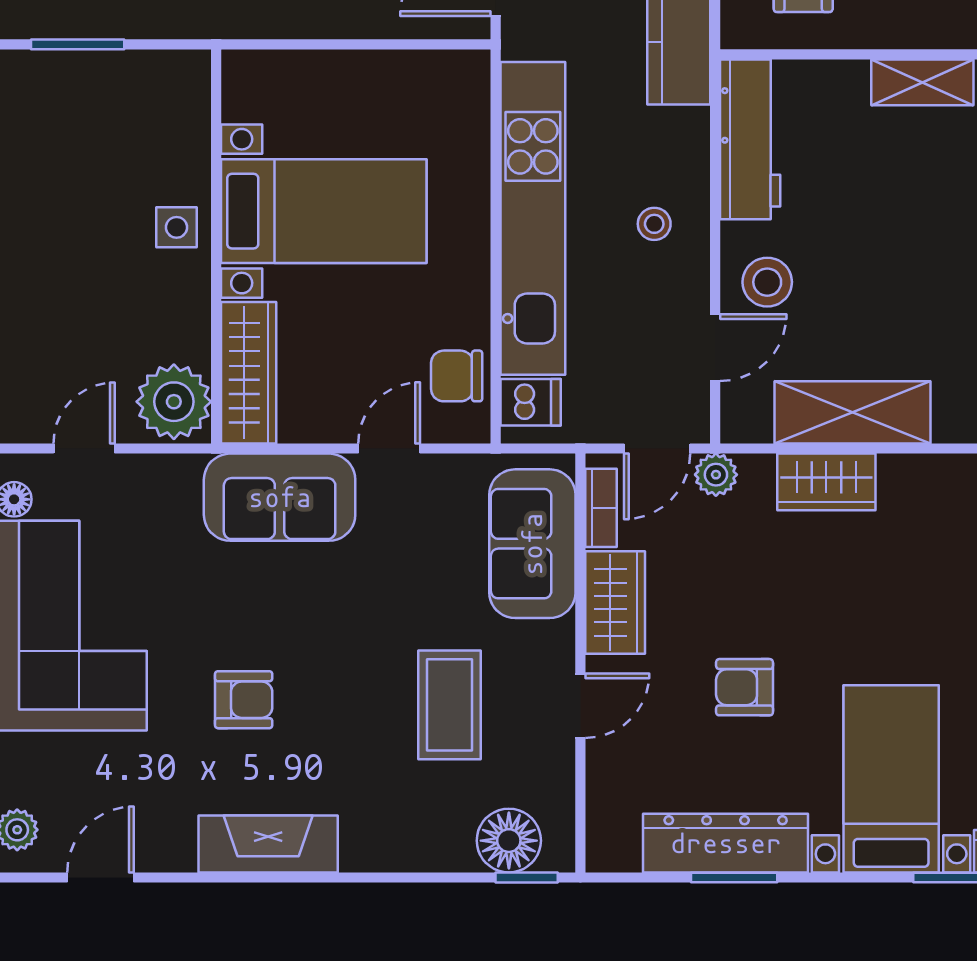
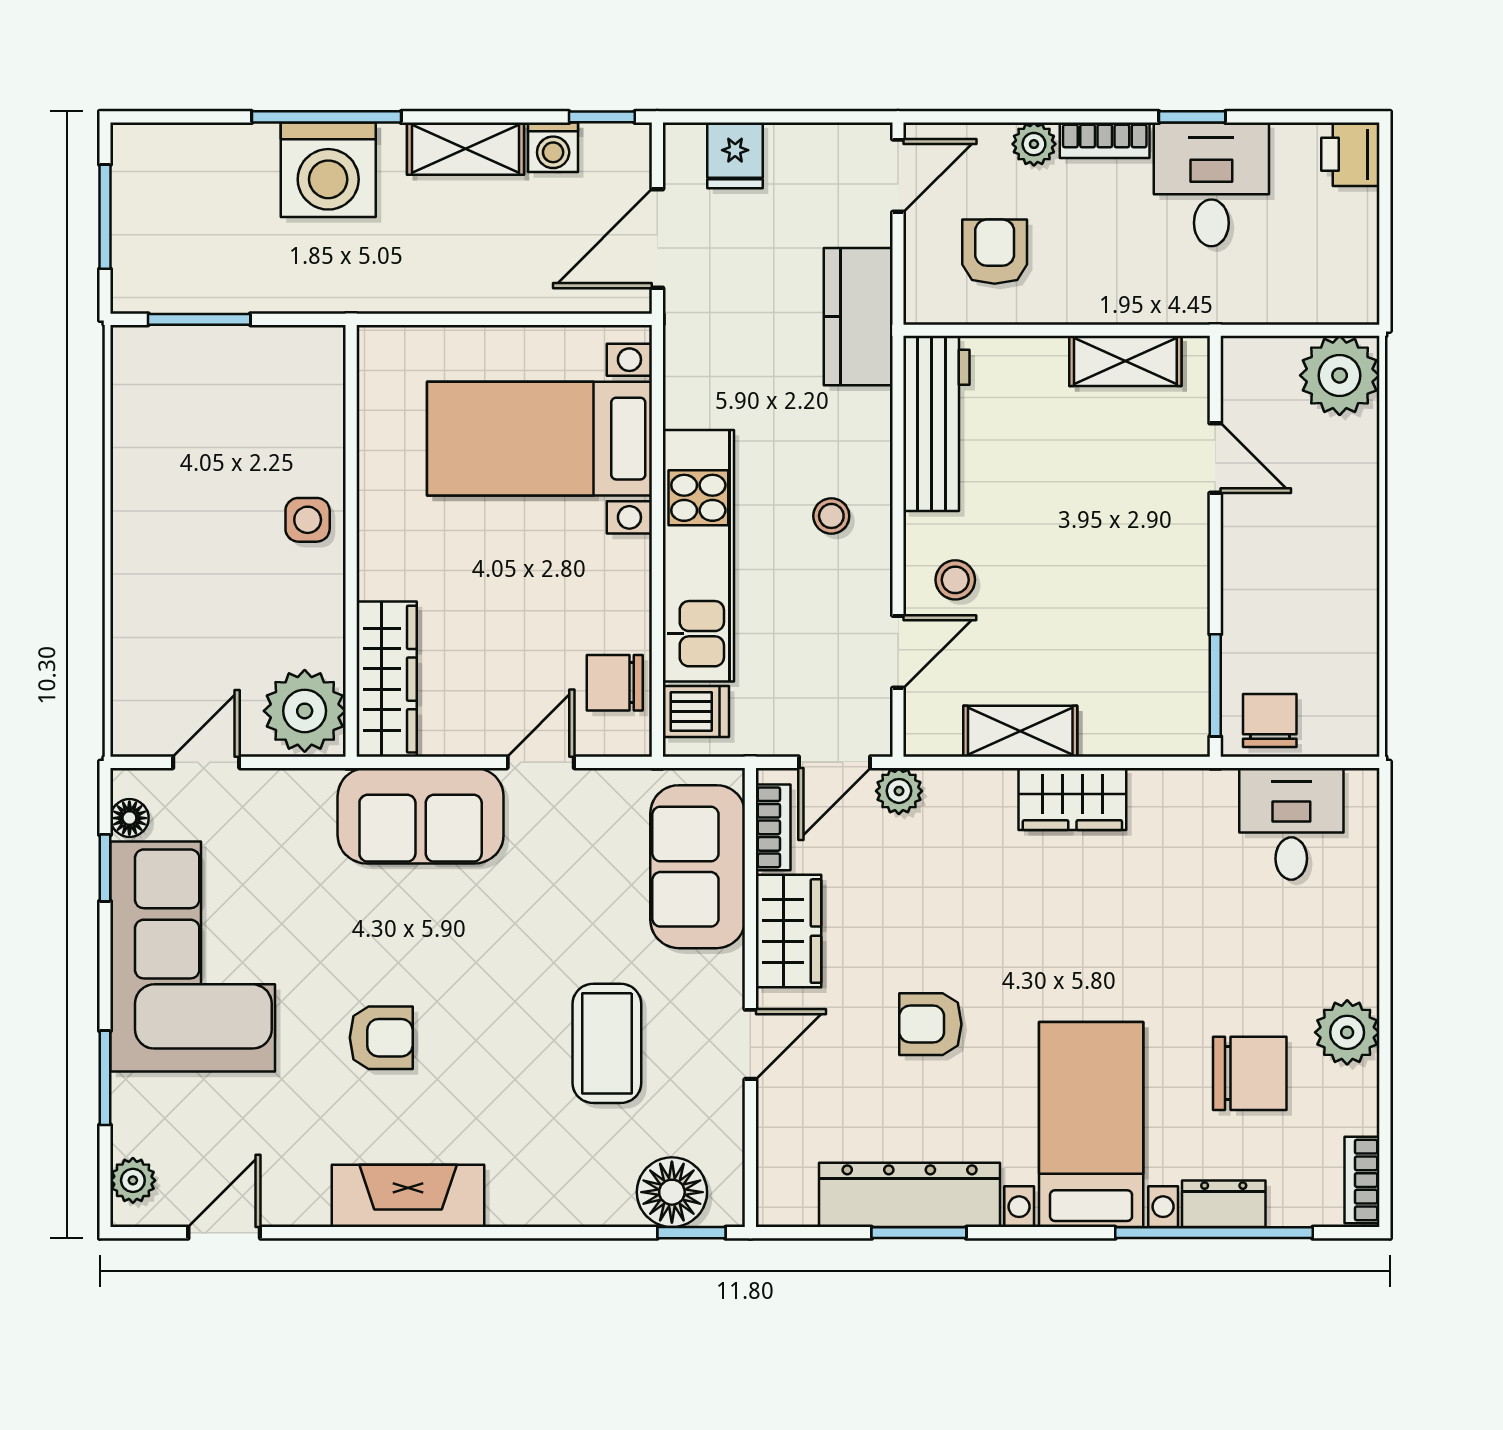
bed with nightstands: (324, 211) -> (539, 439), moved, turned 180
kitchen unit: (533, 218) -> (698, 556), width x0.73
stool: (767, 282) -> (955, 580), width x0.73, depth x0.73
shelving: (852, 412) -> (1020, 731), width x0.67, depth x0.75
wardrobe: (826, 482) -> (1072, 799), moved

